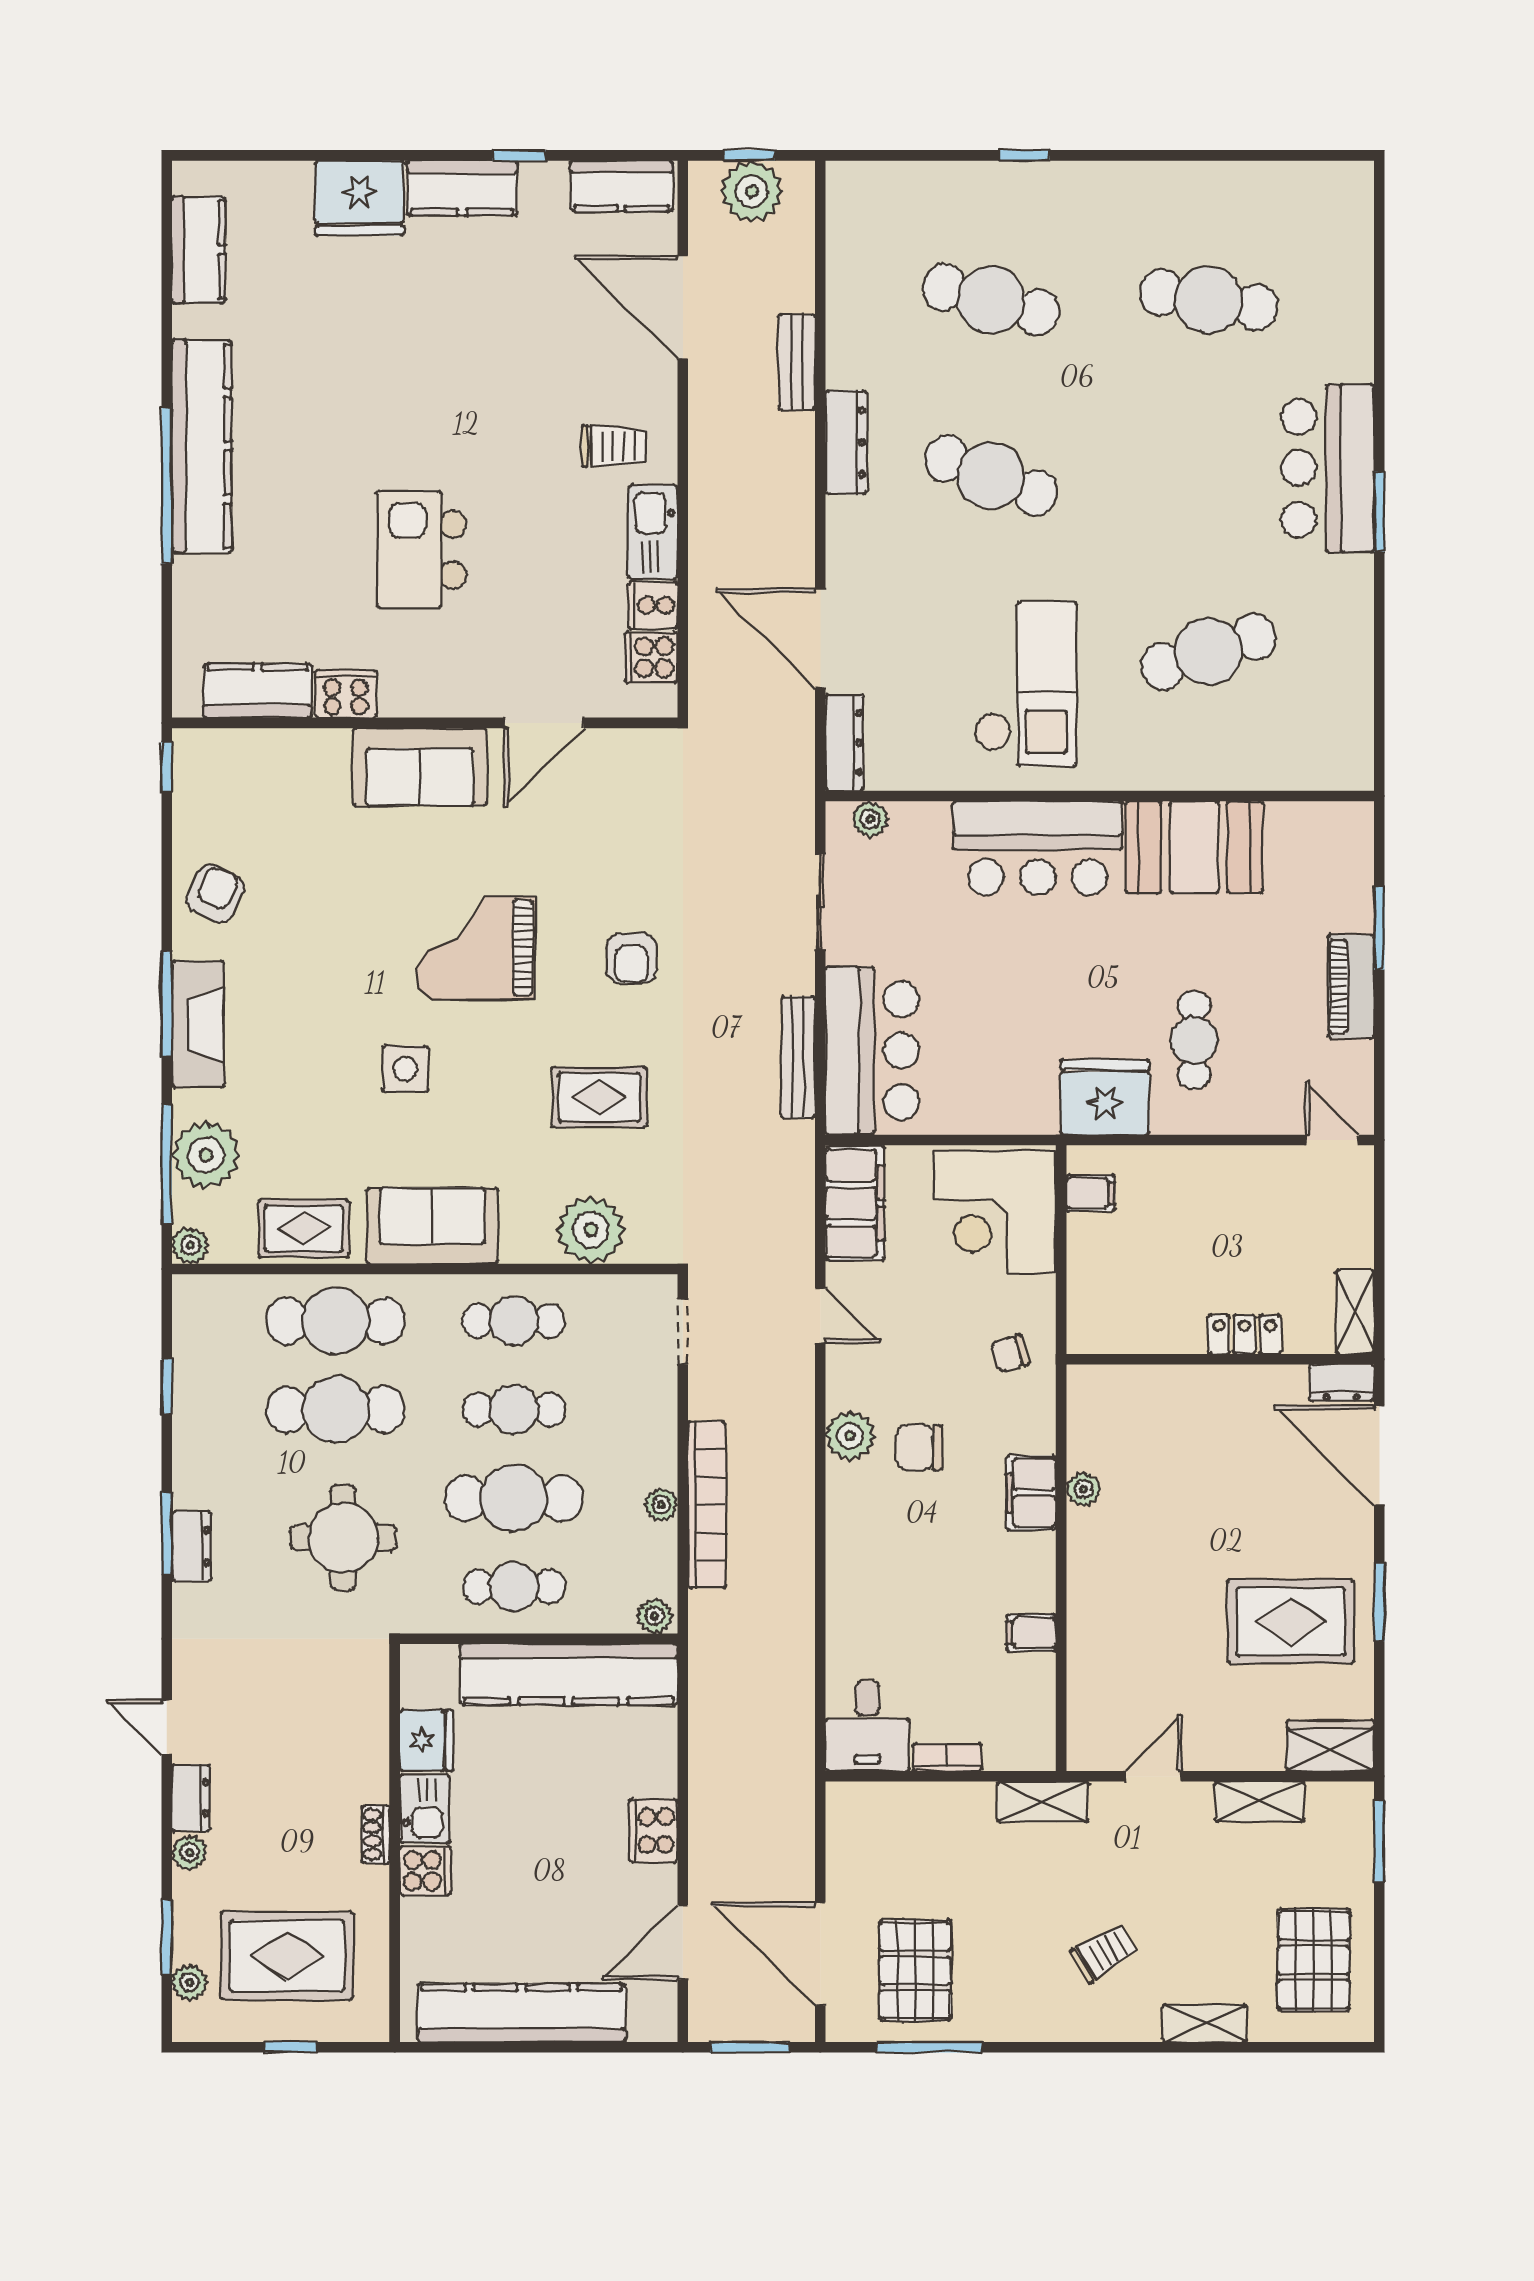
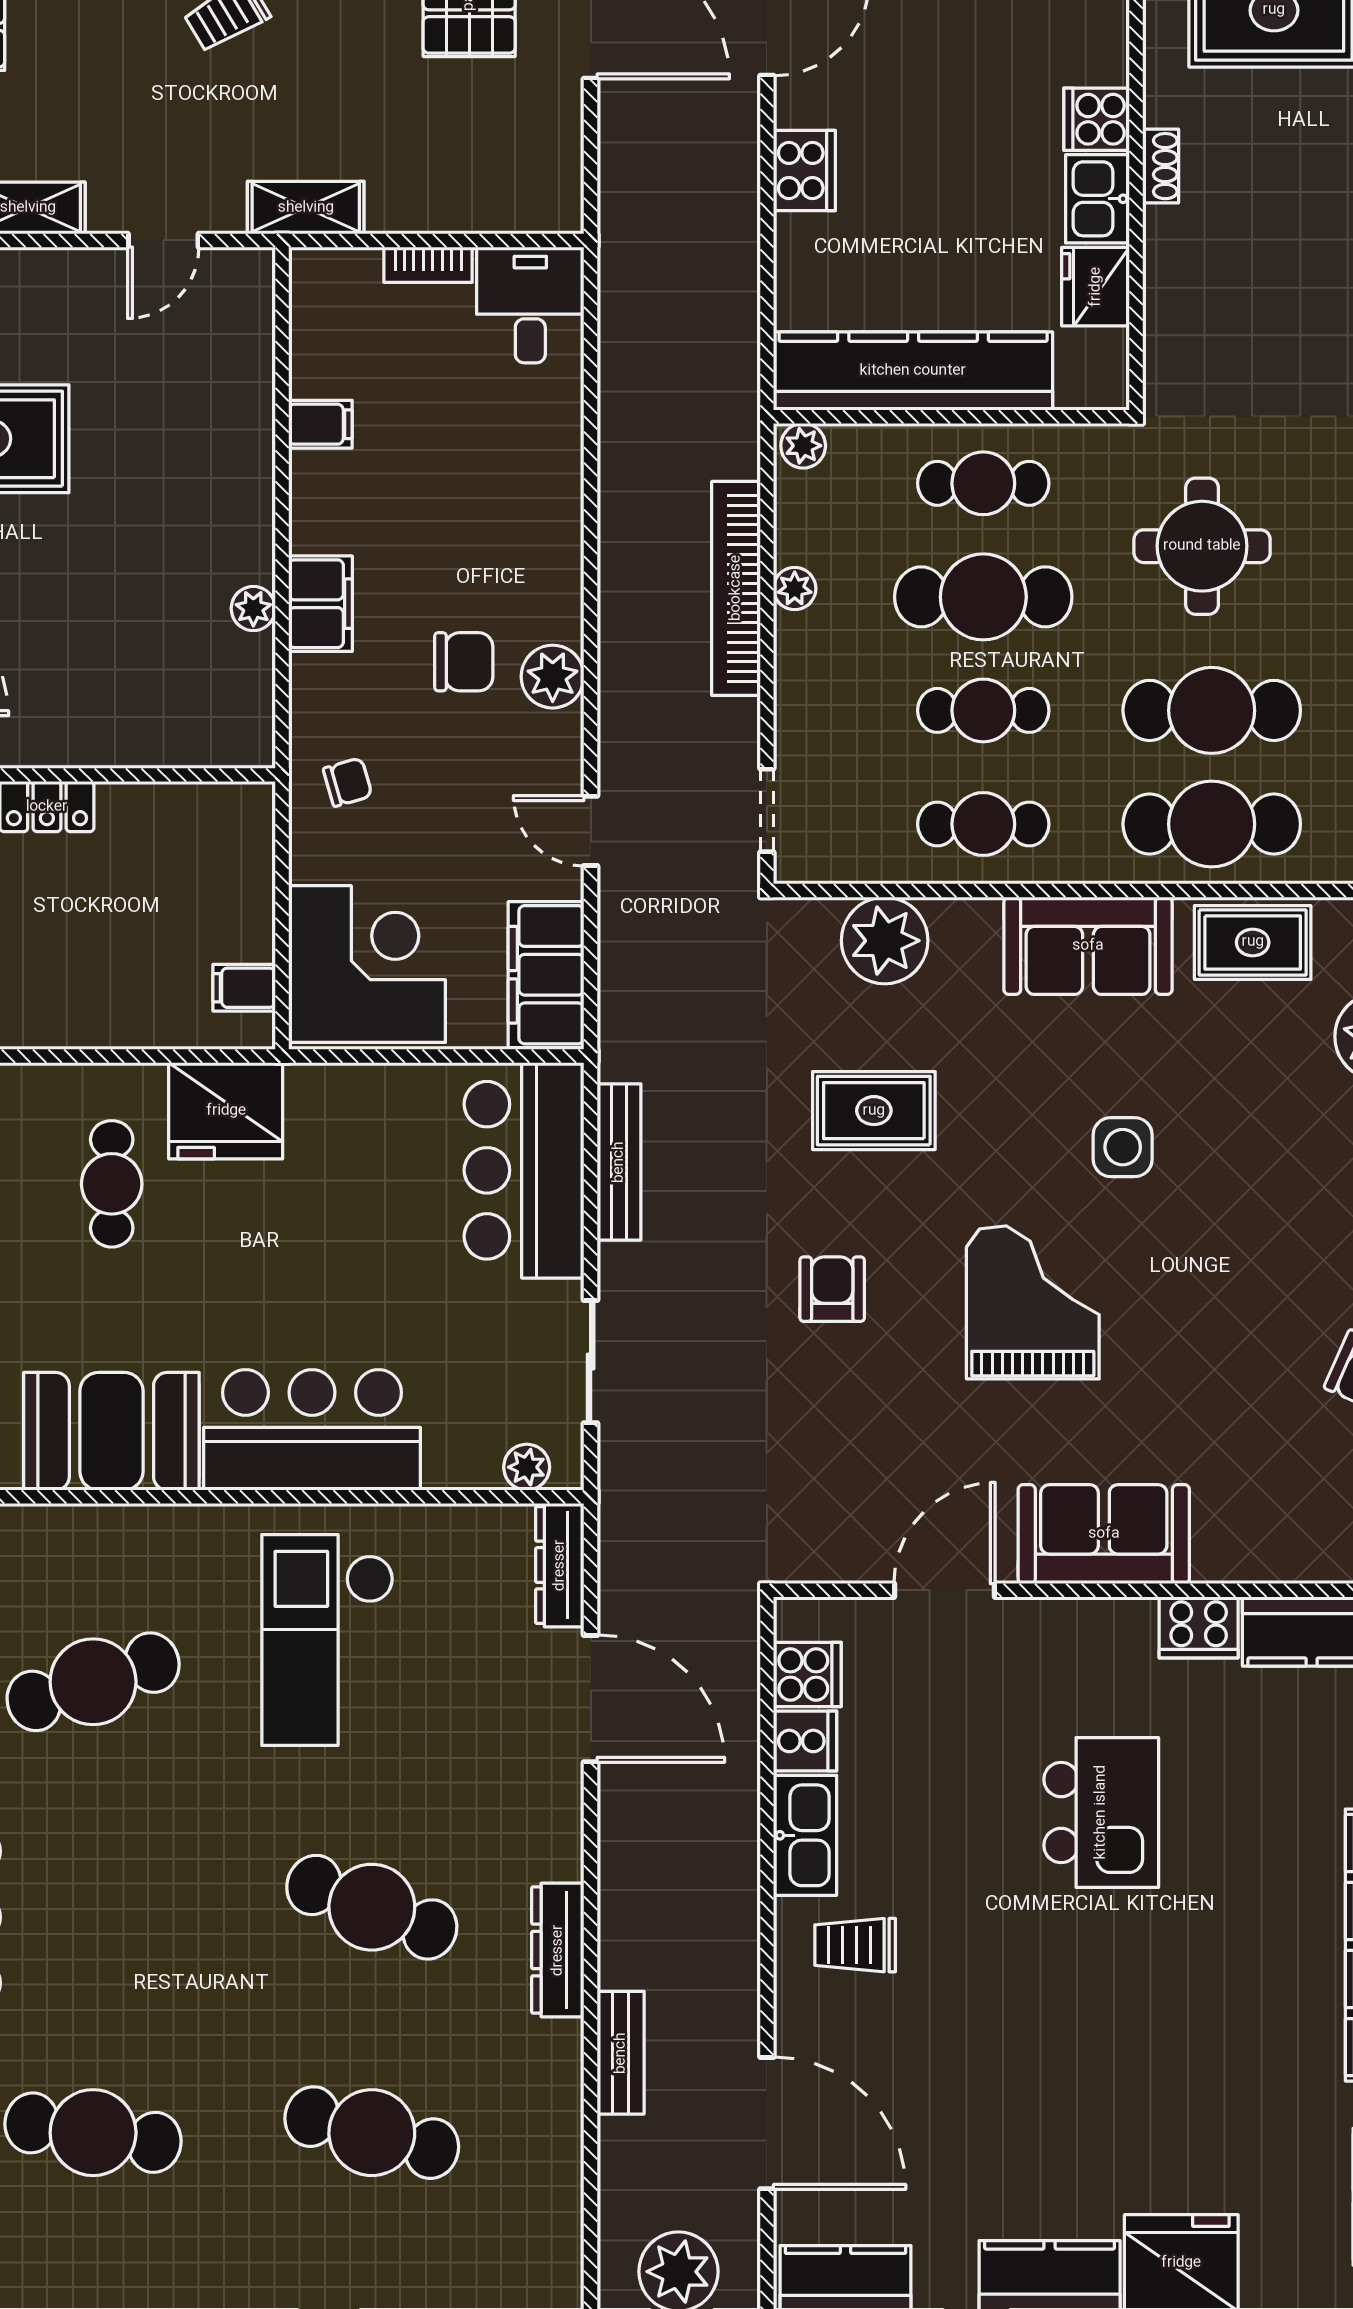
grand piano: (475, 948) -> (1033, 1302), turned -90

